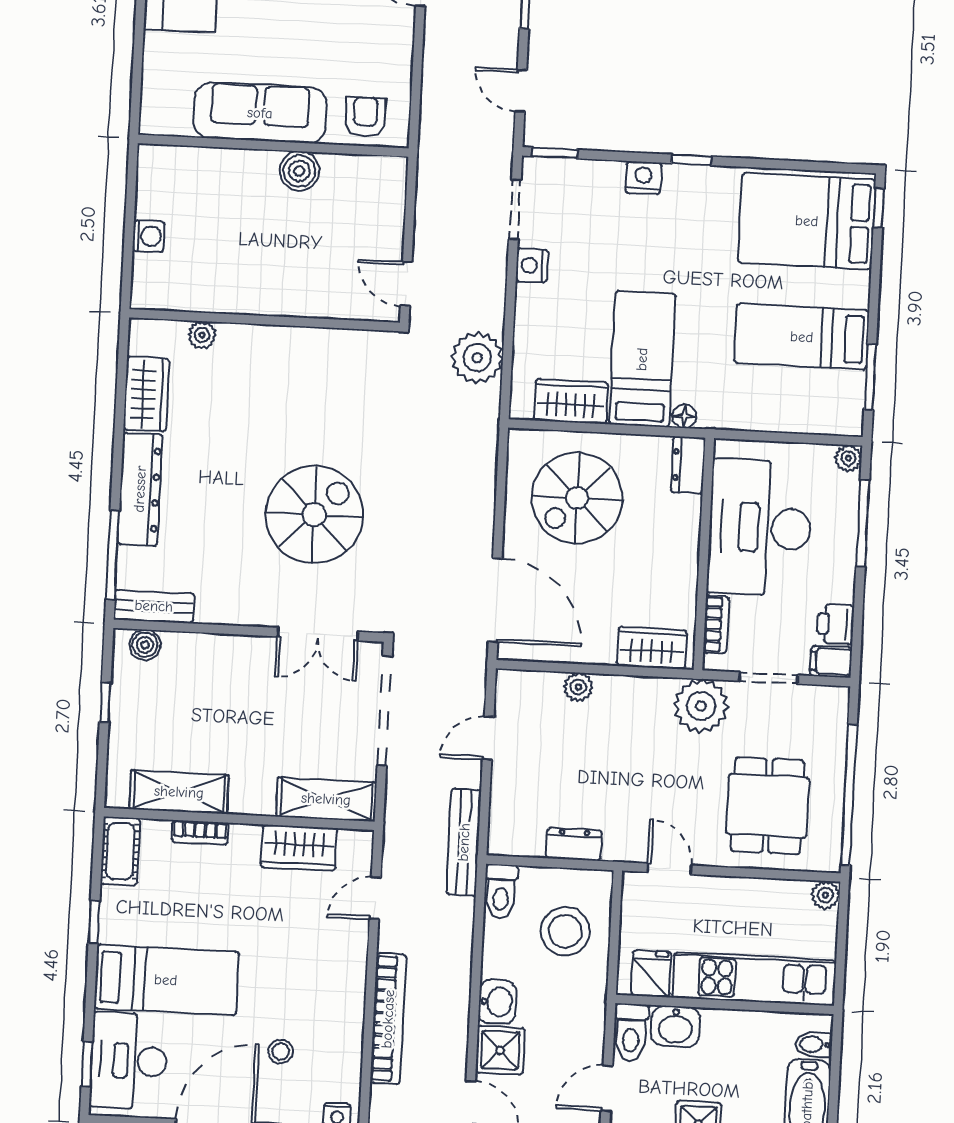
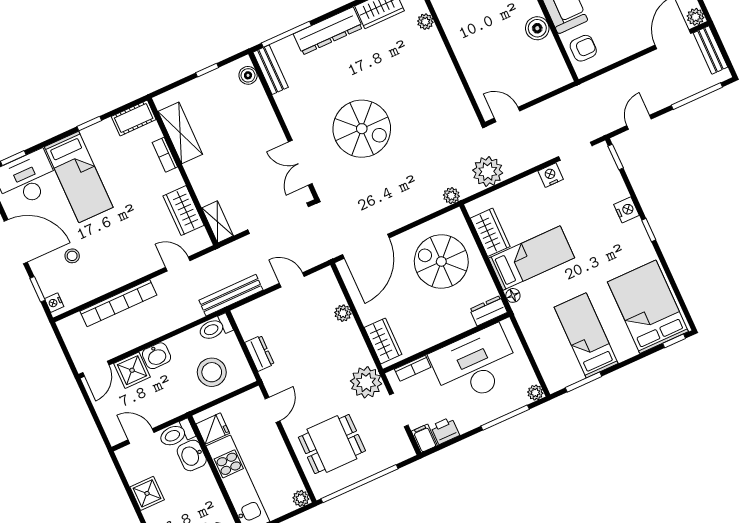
door: (406, 284) -> (507, 115), hinge flipped
plant: (485, 431) -> (451, 196), added
shelving: (326, 799) -> (218, 222), width x0.67, depth x0.75

